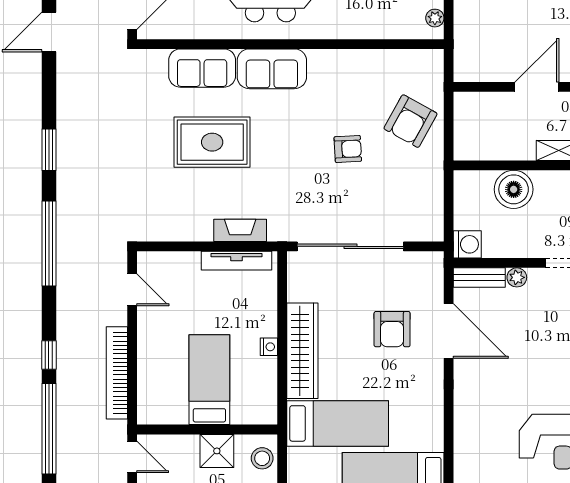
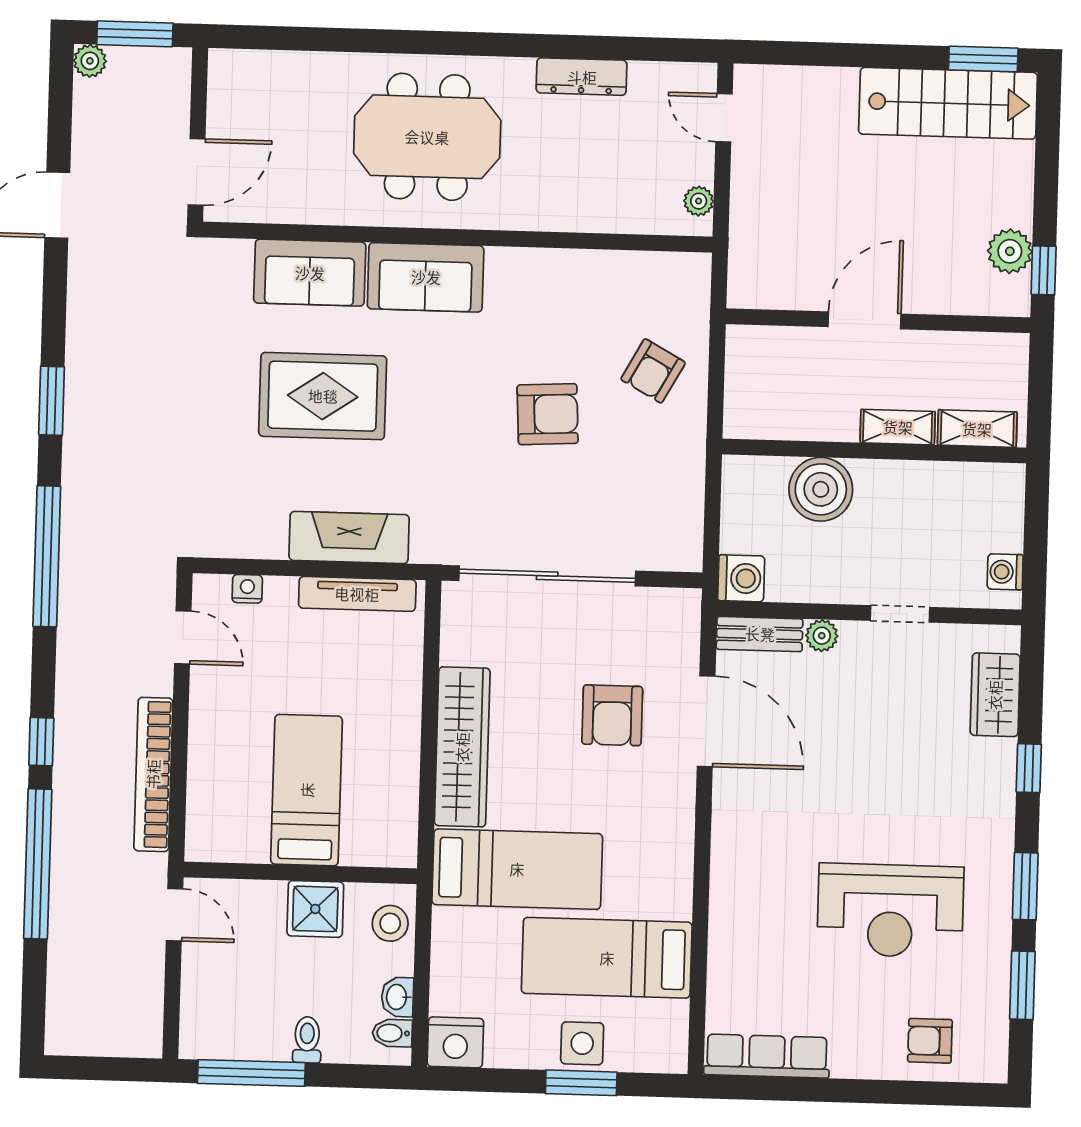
armchair: (411, 121) -> (653, 371), width x0.72, depth x0.72
armchair: (348, 149) -> (548, 414), width x1.38, depth x1.38
fireplace: (240, 230) -> (349, 537), width x1.37, depth x1.32
nightstand: (269, 347) -> (247, 589), moved, turned -90

